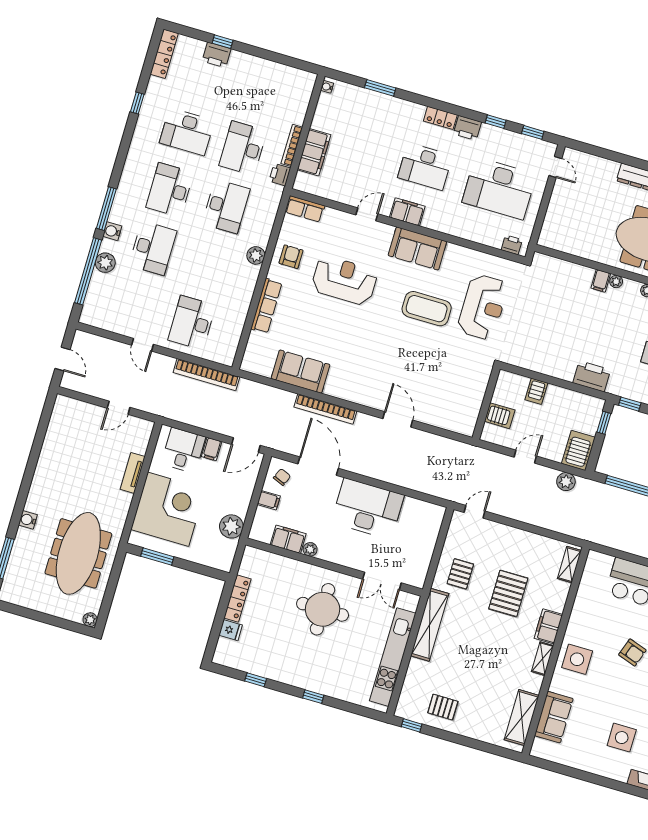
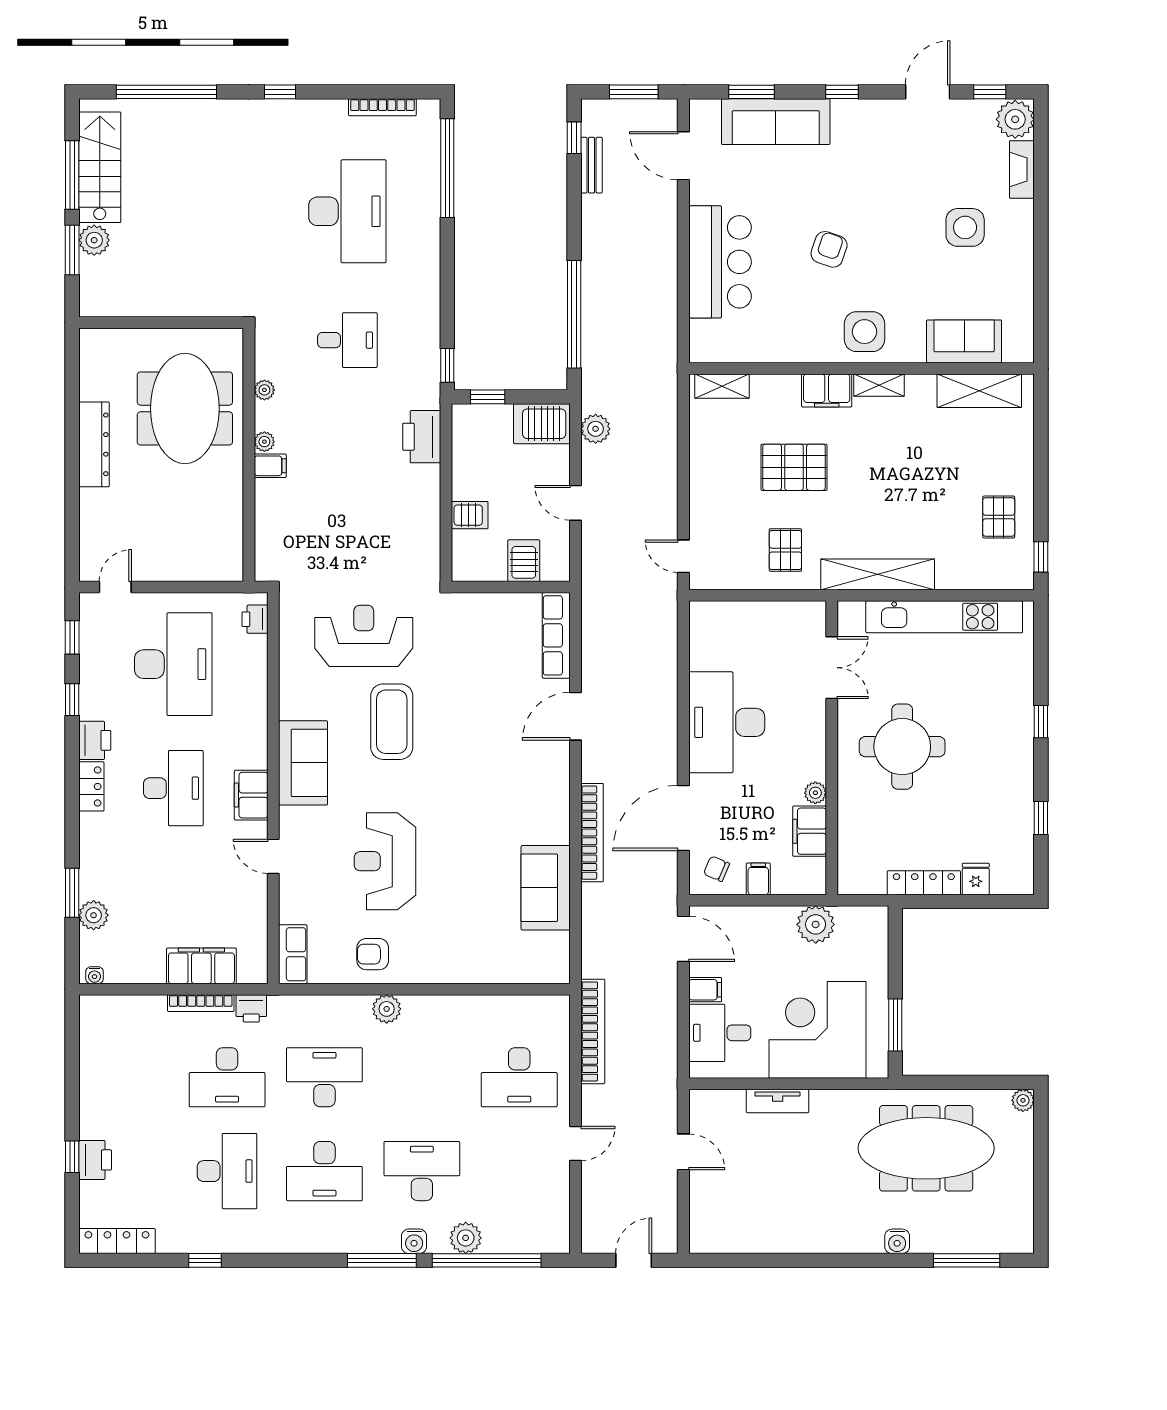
plant: (363, 97) -> (94, 915), added
row of seats: (266, 306) -> (556, 635), moved, turned -90
pallet: (460, 574) -> (785, 550), turned 90

